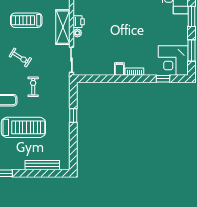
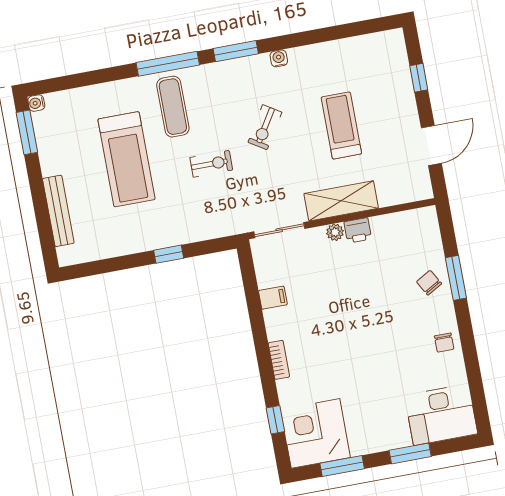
filing cabinet: (119, 69) -> (273, 298), moved

